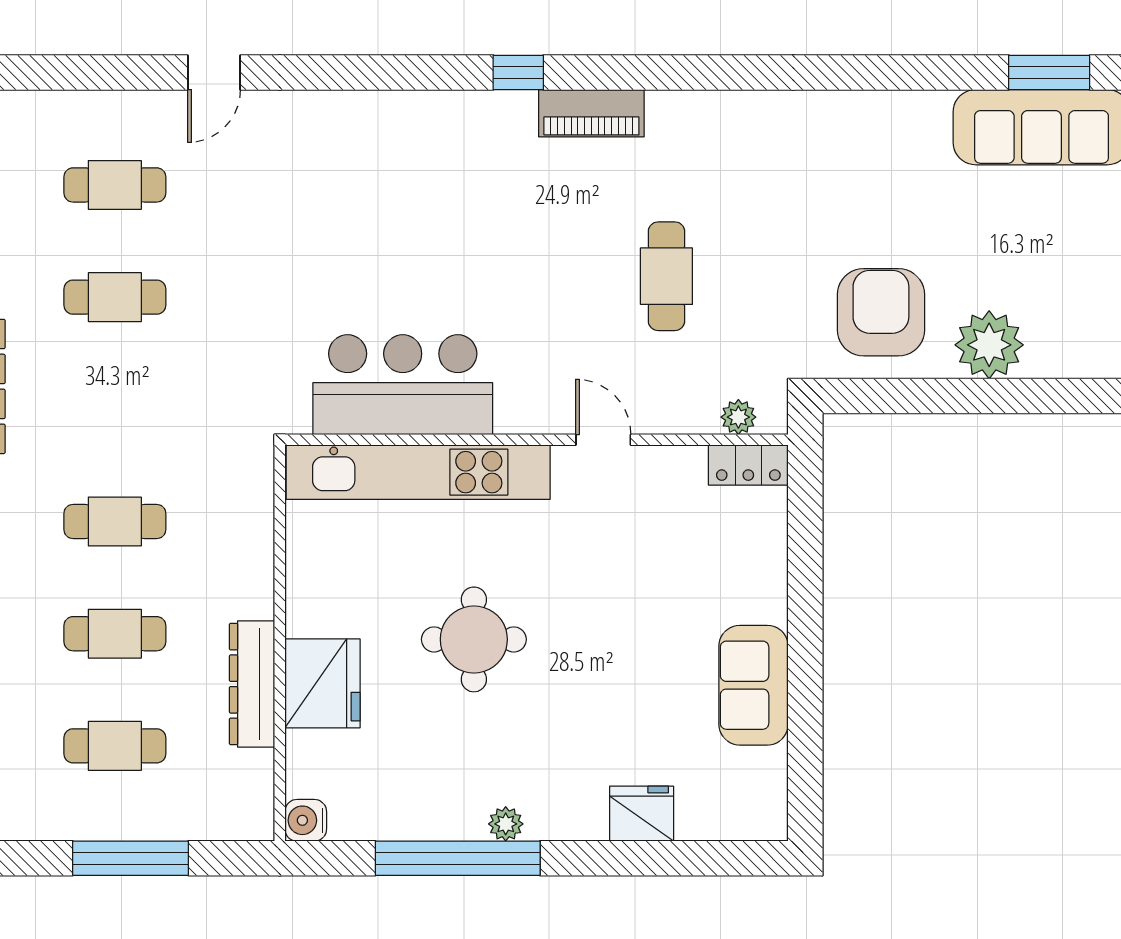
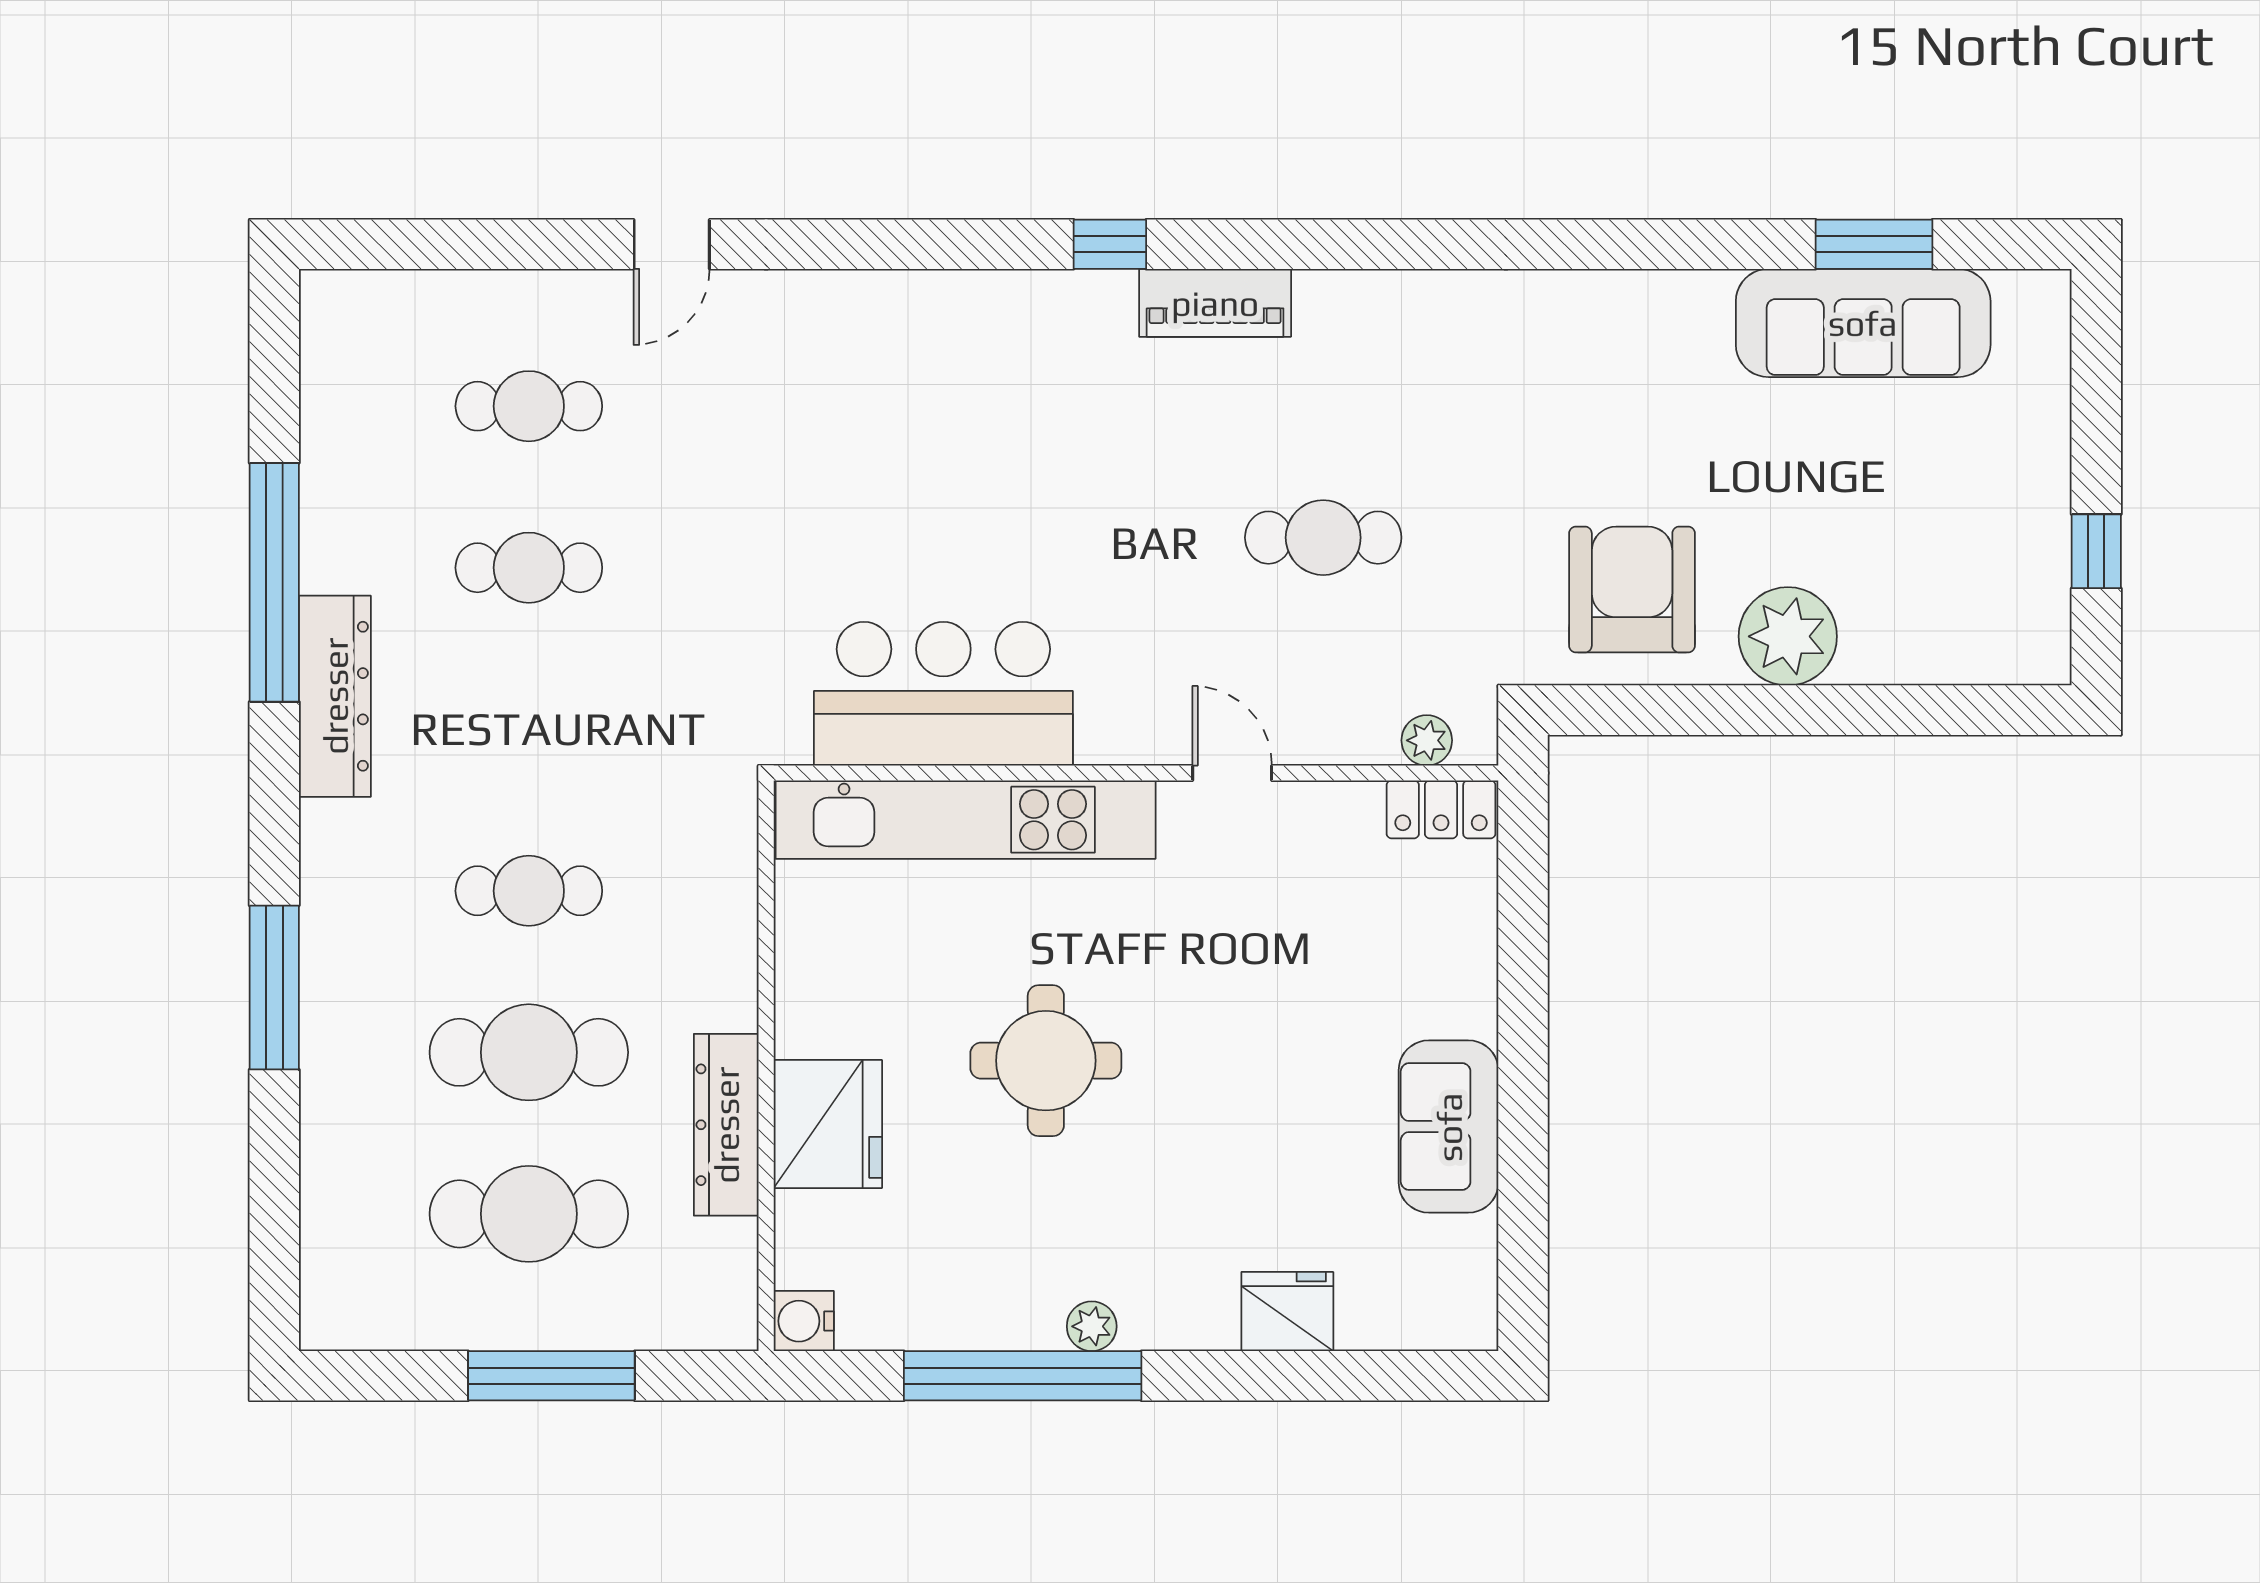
cafe table: (666, 276) -> (1323, 538), turned 90
cafe table: (115, 634) -> (529, 1052), width x1.37, depth x1.35
cafe table: (115, 746) -> (529, 1214), width x1.37, depth x1.35

